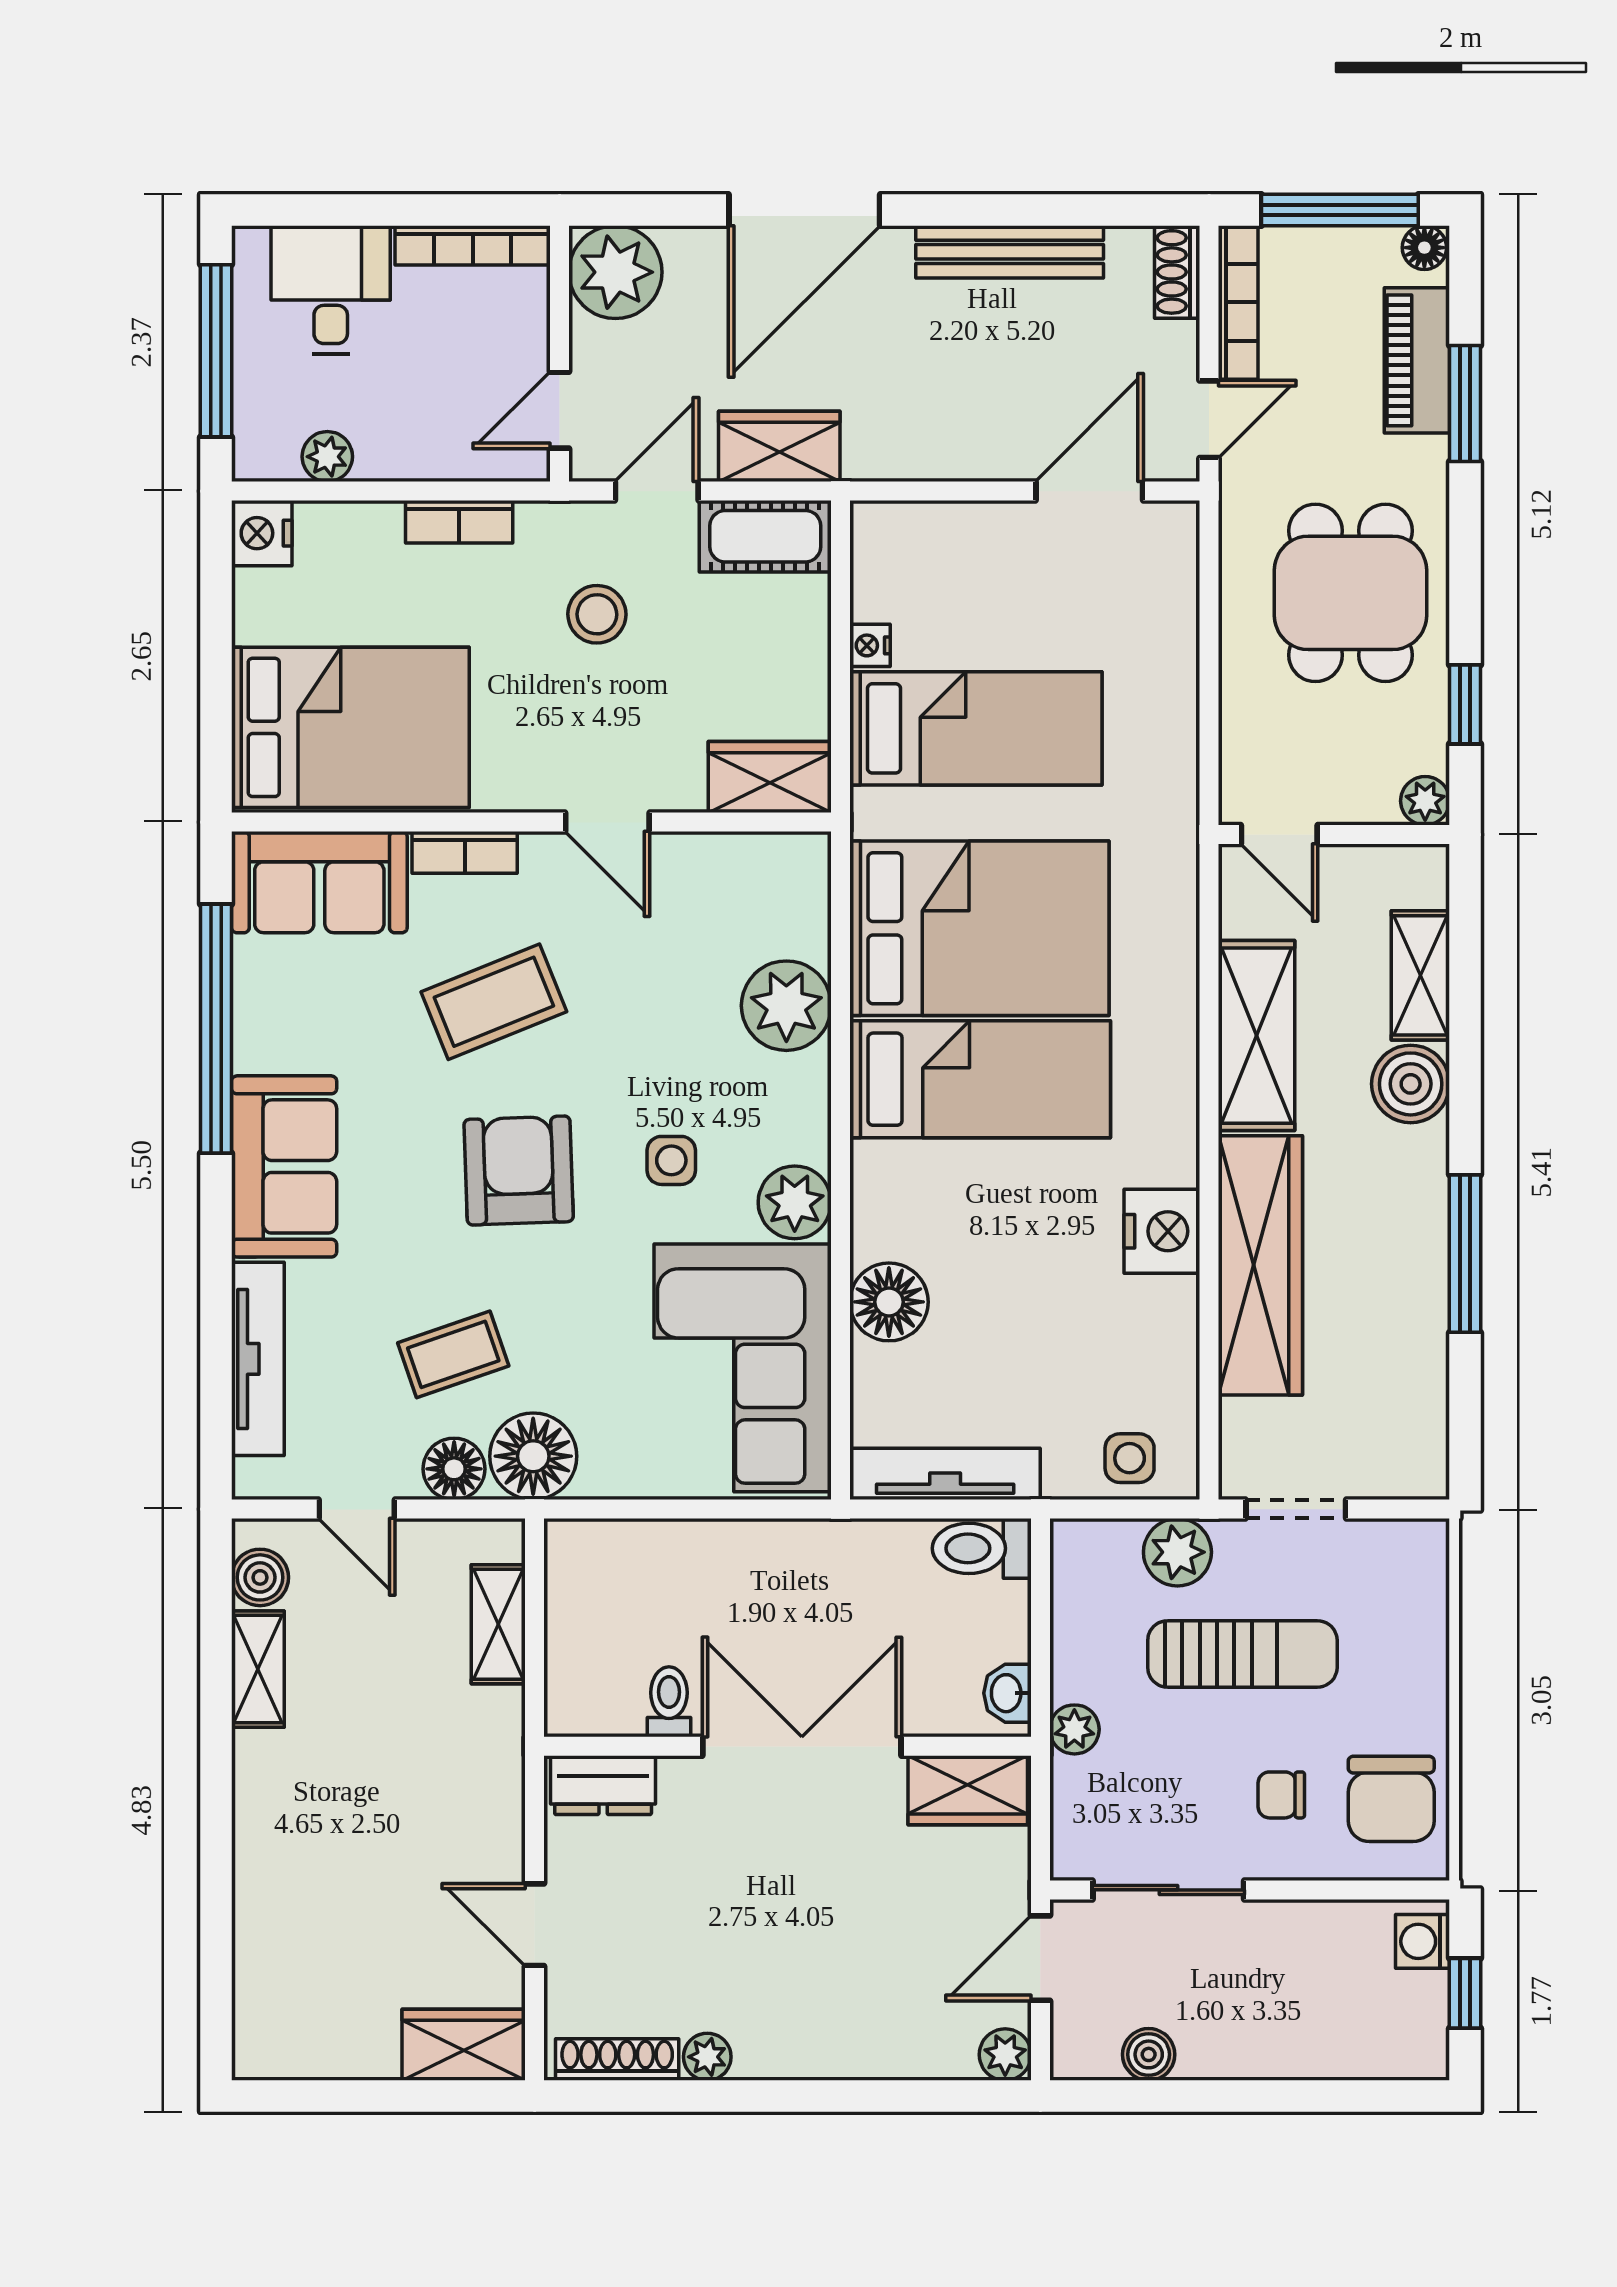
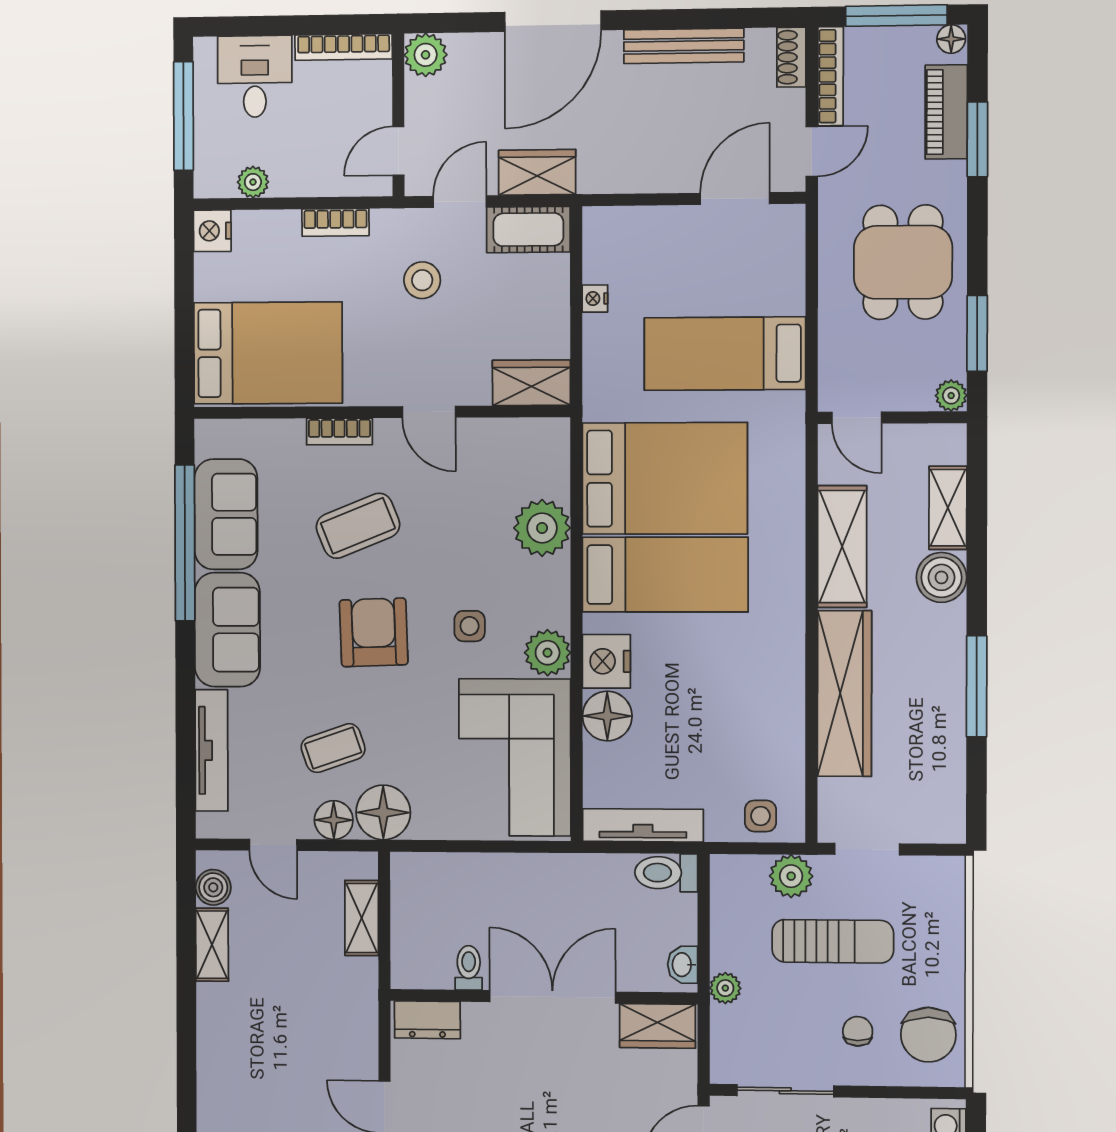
plant: (615, 272) -> (426, 55), width x0.73, depth x0.73
window: (1465, 704) -> (977, 333), width x1.50
bed: (976, 728) -> (725, 354), moved, turned 180
sofa: (319, 882) -> (226, 514), moved, turned -90
nightstand: (1162, 1231) -> (606, 661), moved, turned 180
chair: (1281, 1795) -> (858, 1031), turned 90

